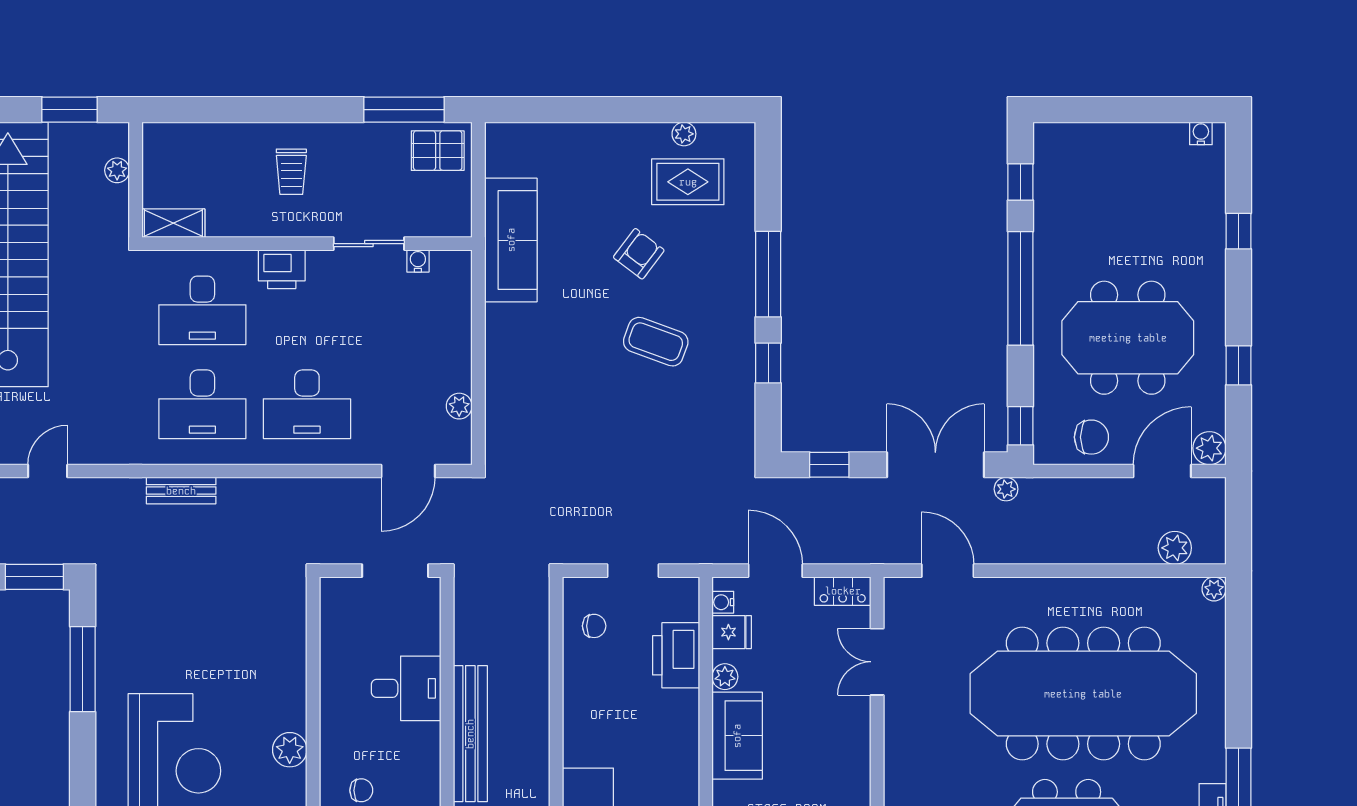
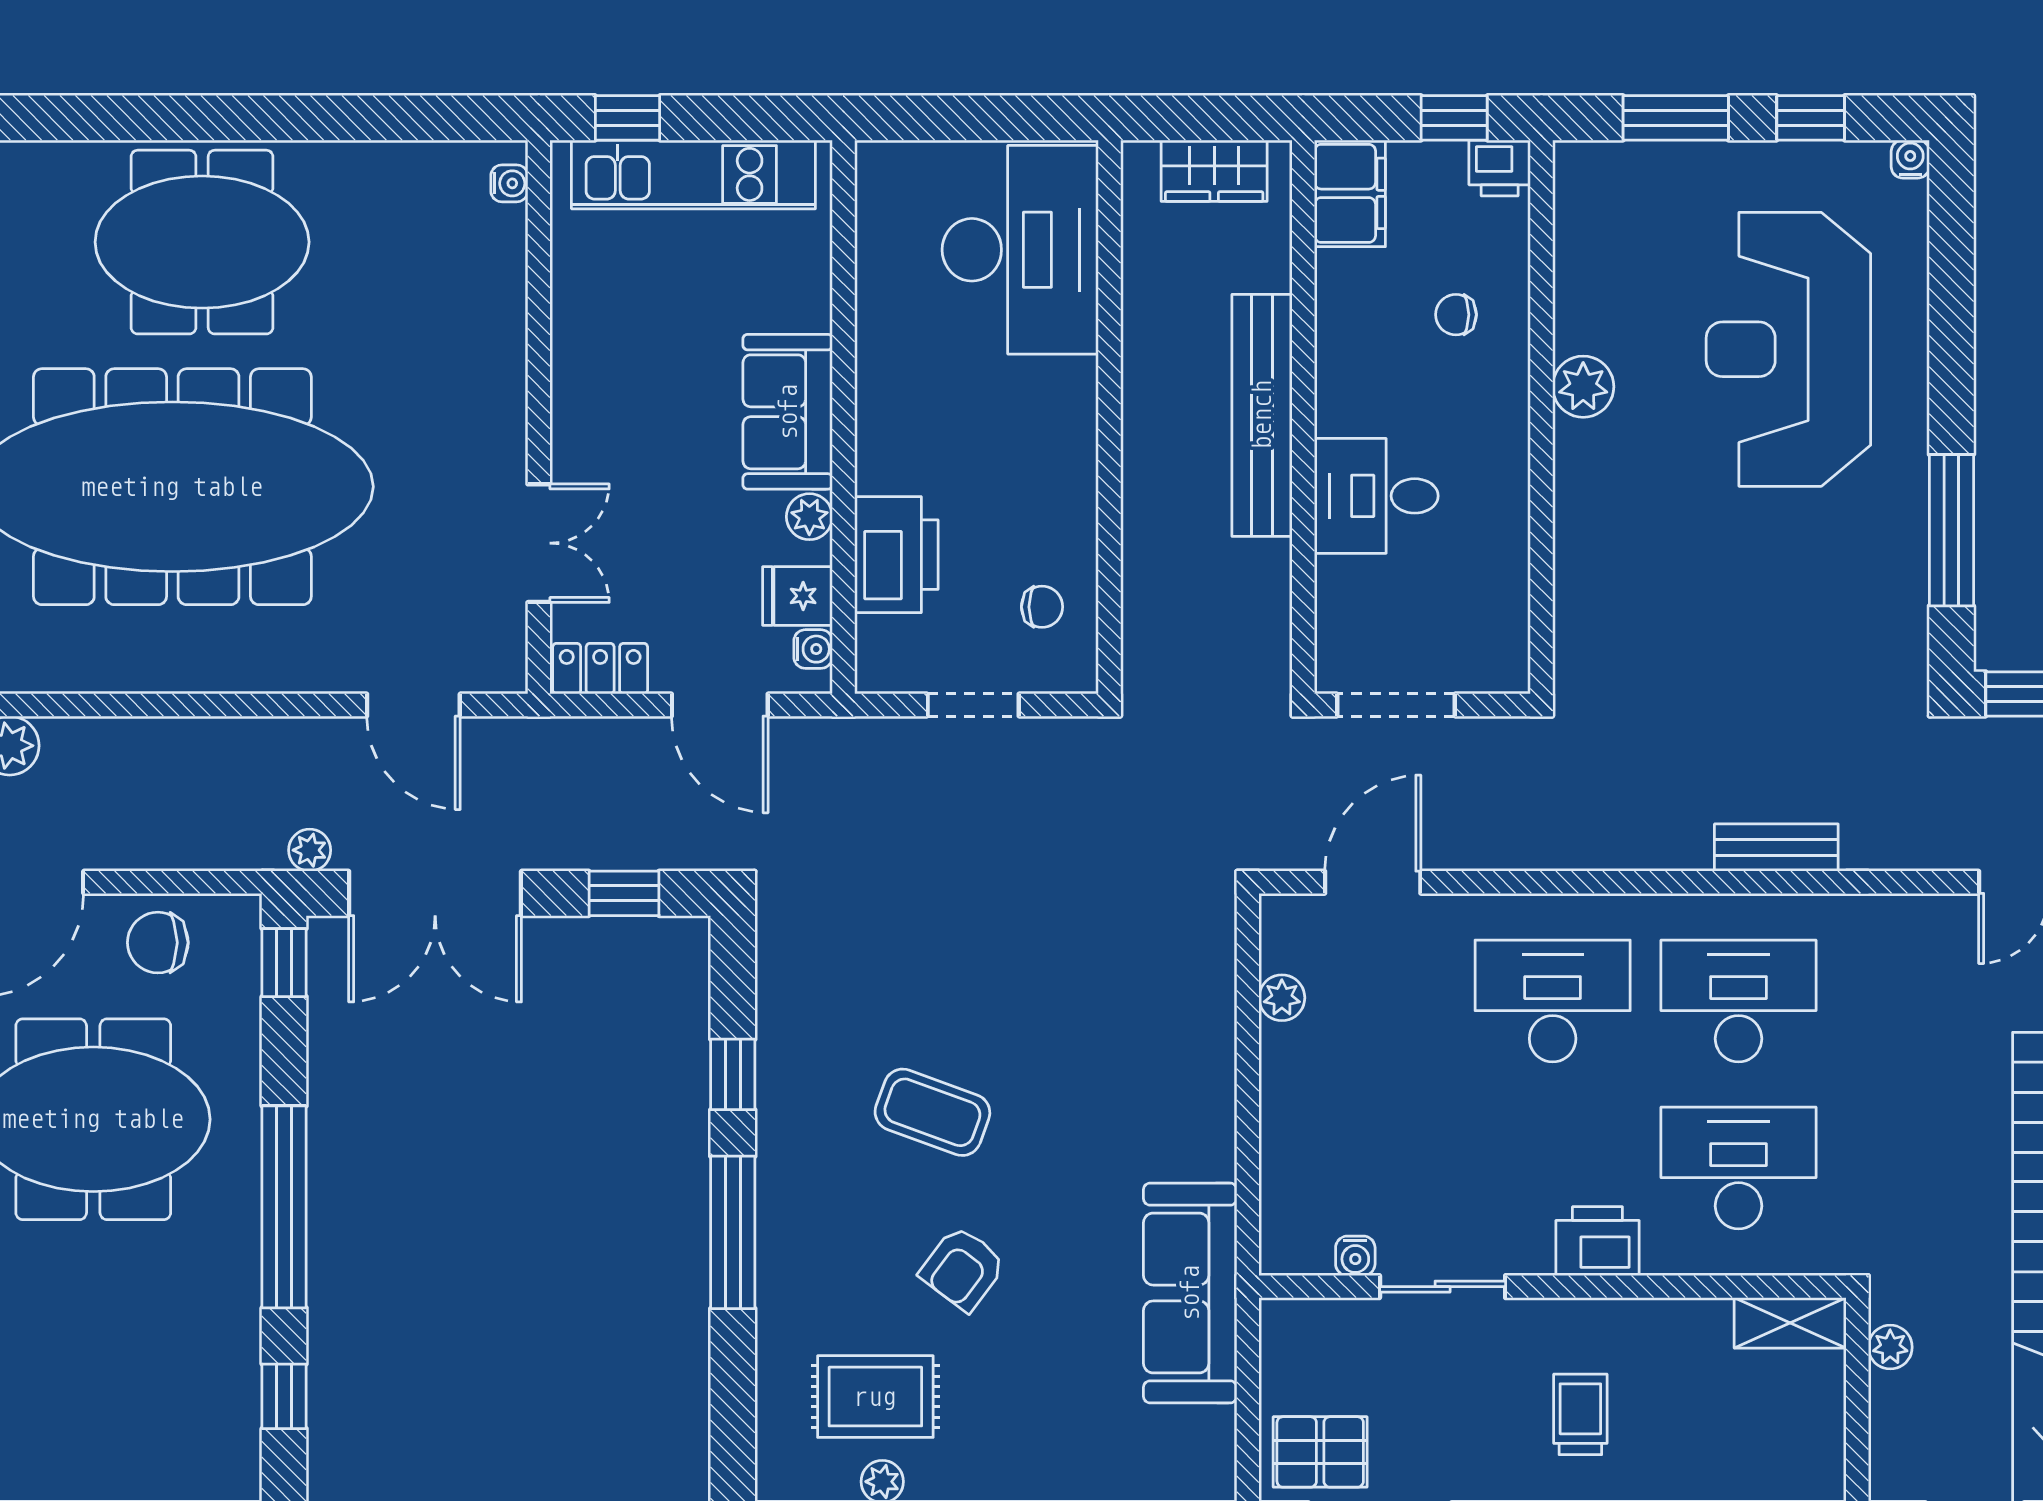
plant: (117, 170) -> (1890, 1347), moved
chair: (594, 626) -> (1042, 607), turned 180

